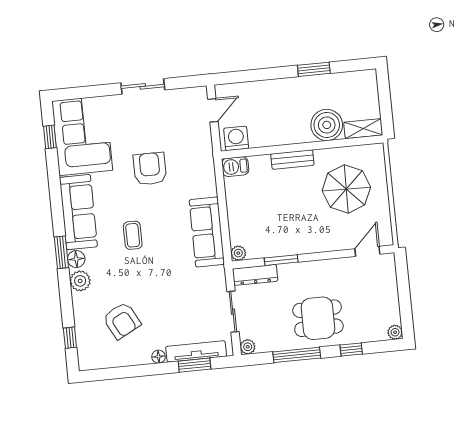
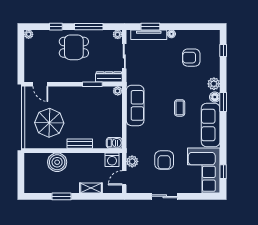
shelving: (363, 129) -> (91, 188), moved
plant: (202, 139) -> (132, 161), added
armchair: (150, 169) -> (164, 160), moved
door: (367, 251) -> (40, 84), hinge flipped
armchair: (122, 321) -> (191, 58), turned -62

